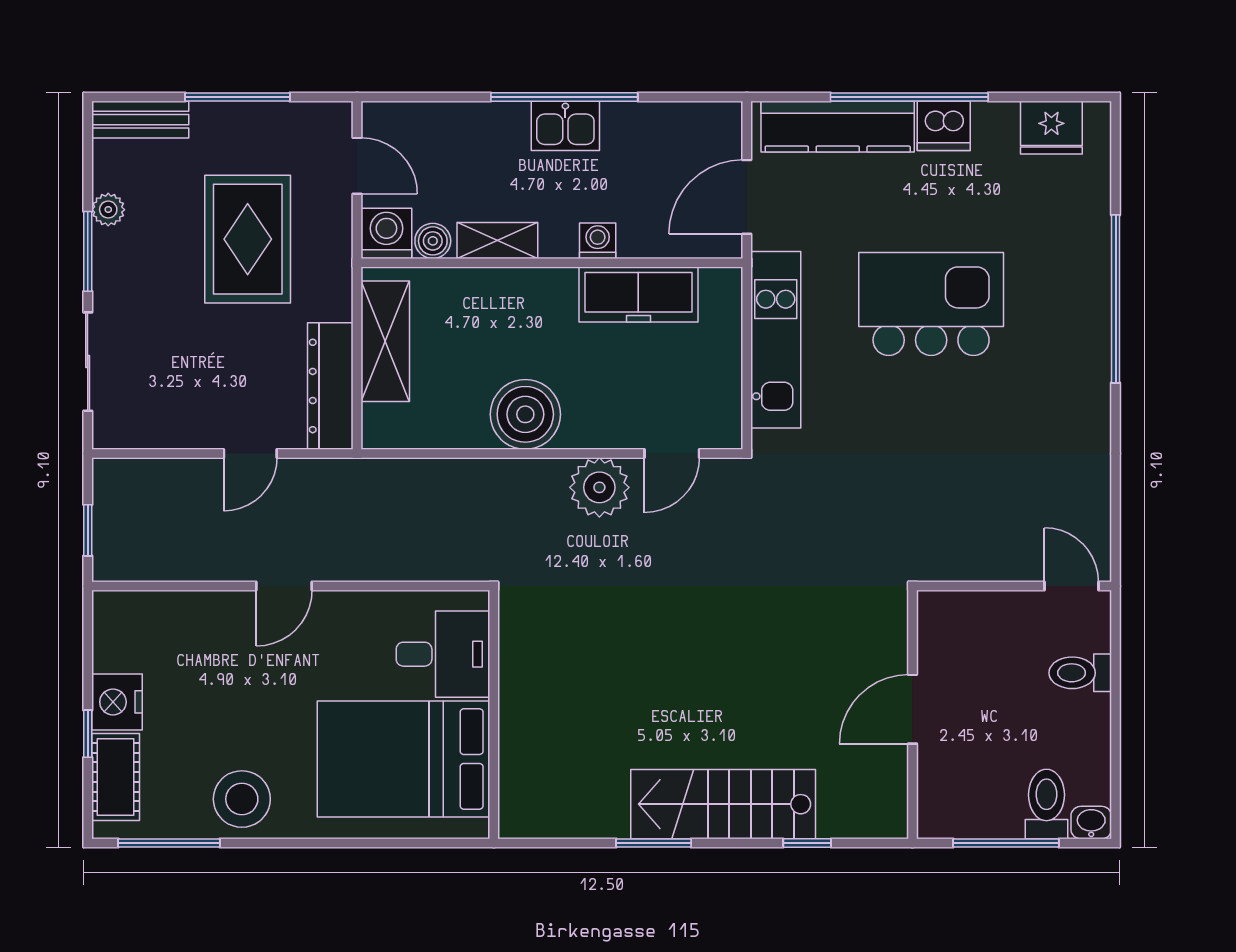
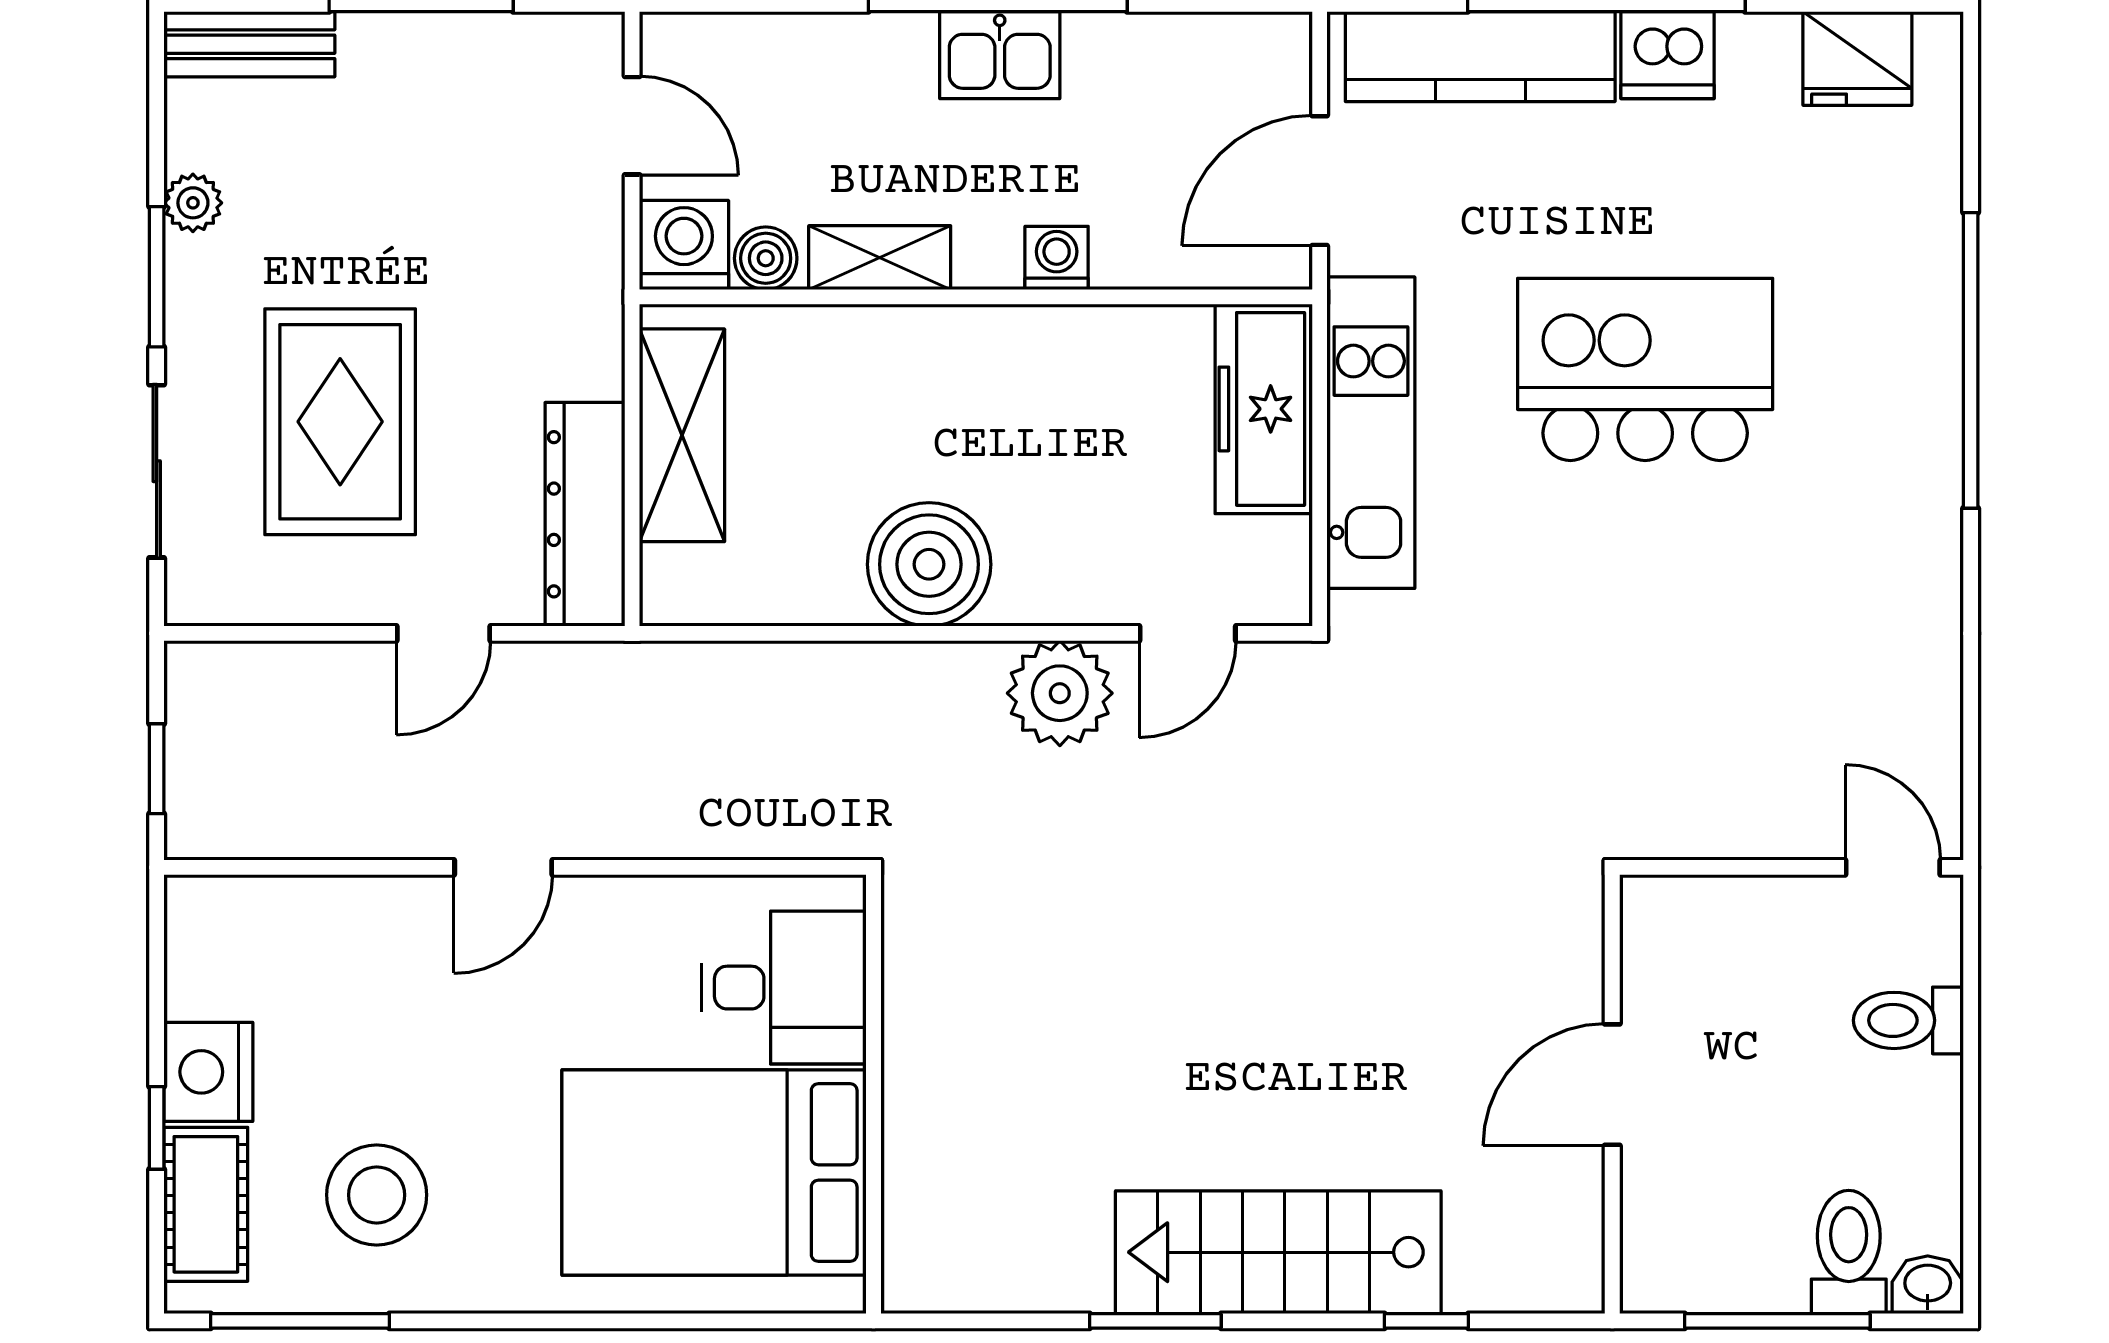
rug: (248, 239) -> (340, 422), moved
freezer: (638, 294) -> (1264, 409), moved, turned 90
stool: (242, 799) -> (377, 1195), moved

